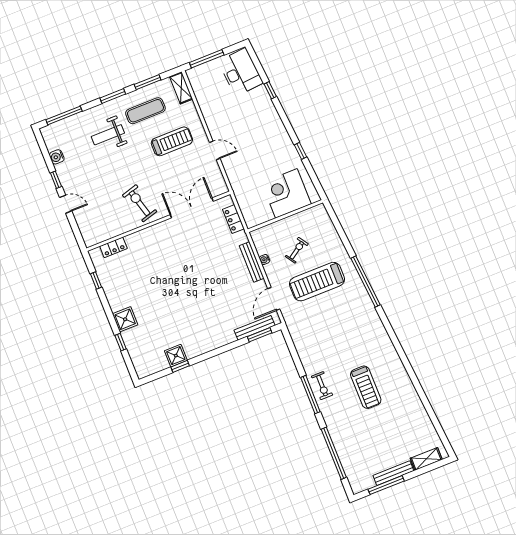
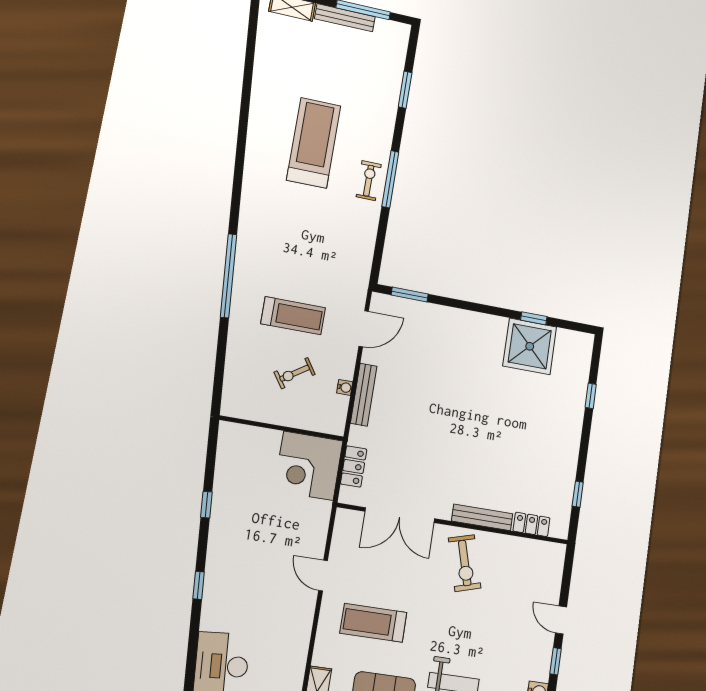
window: (270, 90) -> (199, 585), moved
corner desk: (286, 193) -> (308, 466), moved, turned 90
treadmill: (317, 282) -> (293, 316), width x0.73, depth x0.73
shower: (125, 319) -> (569, 421), removed
bench: (254, 328) -> (482, 517), moved
shower: (176, 356) -> (530, 346), width x1.86, depth x1.86
treadmill: (366, 387) -> (314, 143), width x1.37, depth x1.38
window: (334, 453) -> (405, 90), width x0.47

